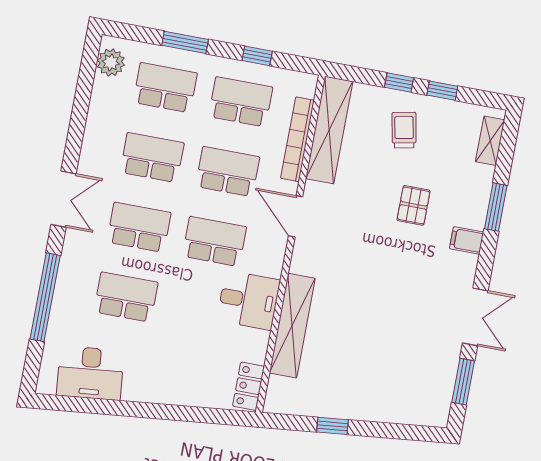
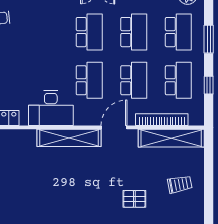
window: (399, 82) -> (209, 176), removed
window: (442, 91) -> (209, 203), removed
school desk: (126, 297) -> (45, 32), removed
desk: (249, 300) -> (51, 108), width x1.37
shelving: (292, 326) -> (69, 138), moved

